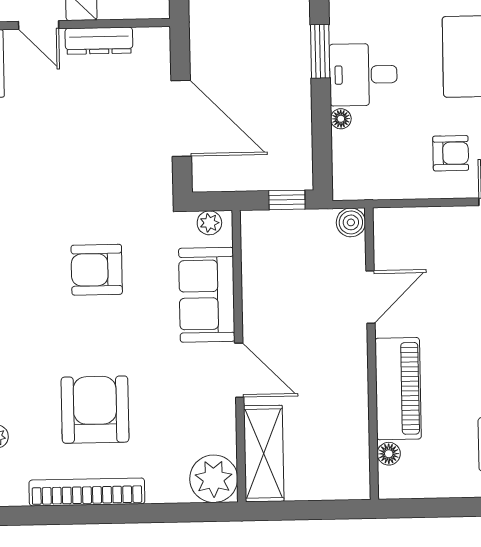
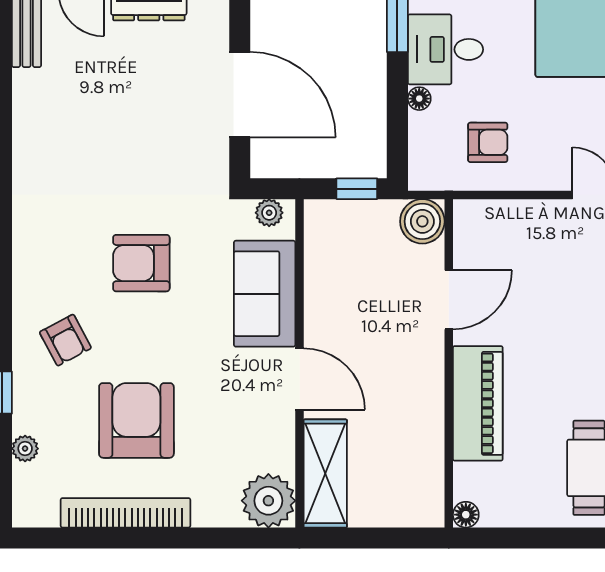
armchair: (451, 153) -> (488, 142), moved
boiler: (351, 222) -> (422, 221), width x1.36, depth x1.36
armchair: (31, 339) -> (65, 340), added
floor lamp: (389, 454) -> (466, 515), moved

